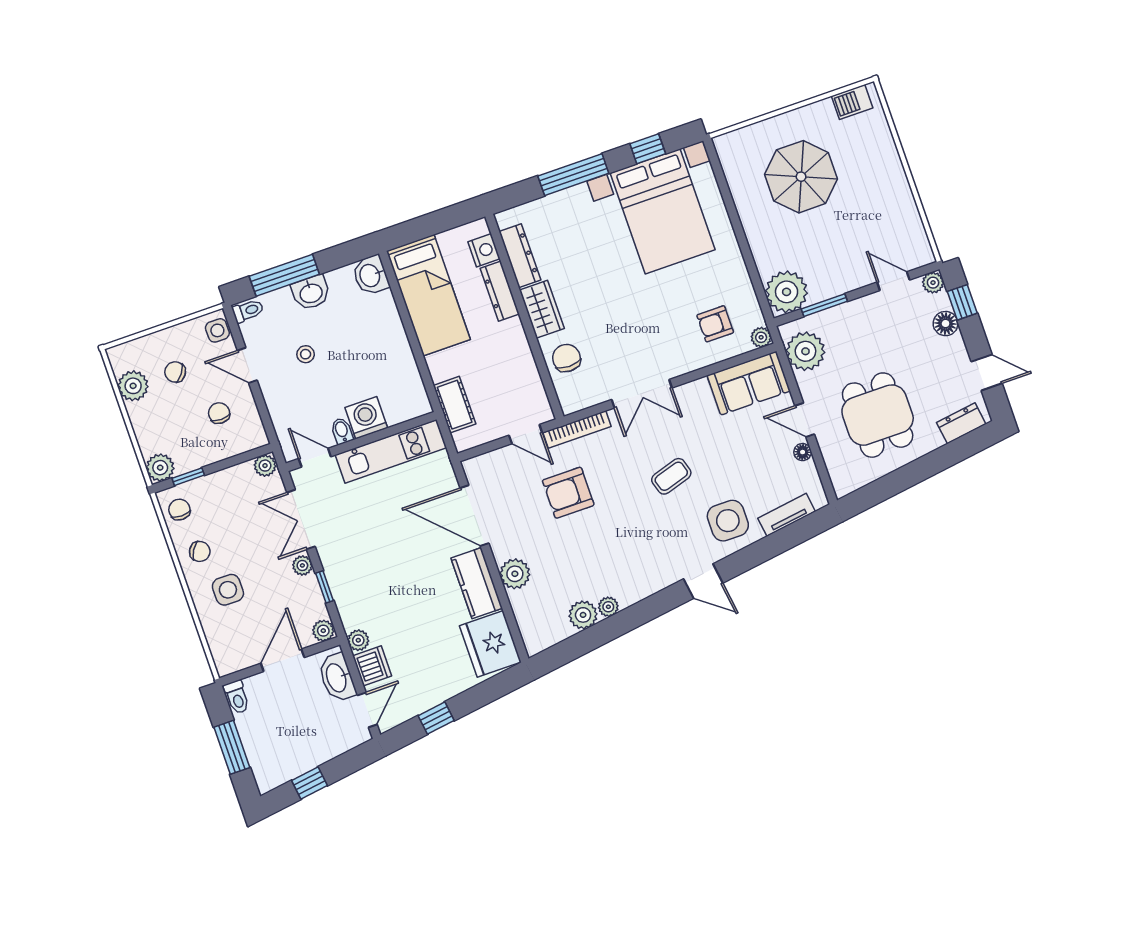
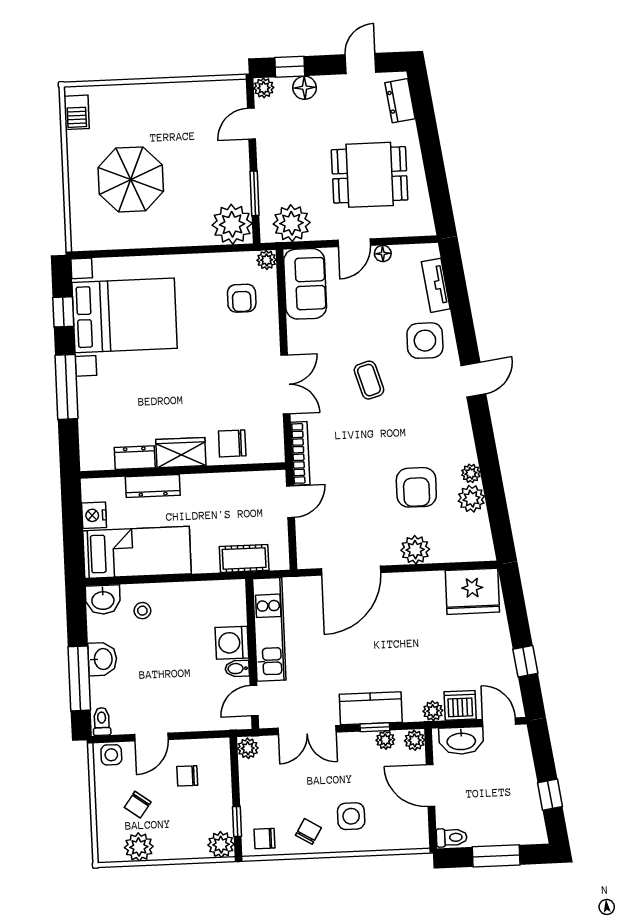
nightstand: (484, 250) -> (94, 515), moved, turned -90
dresser: (520, 256) -> (135, 458), width x0.70
stool: (306, 354) -> (142, 611), moved
armchair: (568, 493) -> (416, 487), moved
plant: (302, 565) -> (385, 740), moved
kitchen counter: (477, 583) -> (371, 708), moved, turned 180

